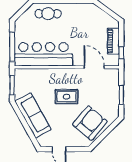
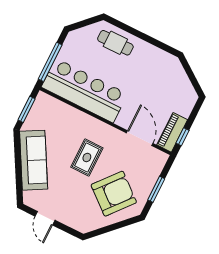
piano: (113, 41) -> (172, 132), moved
rug: (66, 97) -> (87, 158), turned 90
armchair: (90, 123) -> (114, 194), moved

